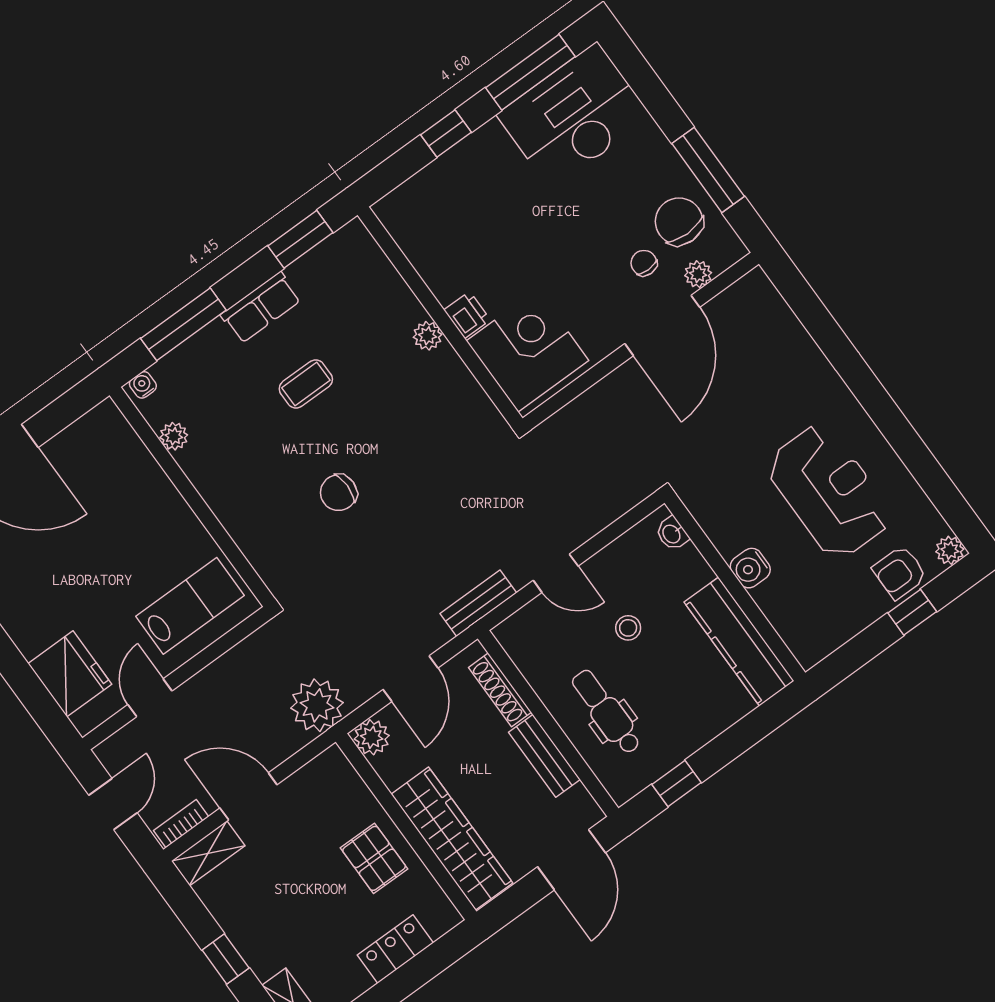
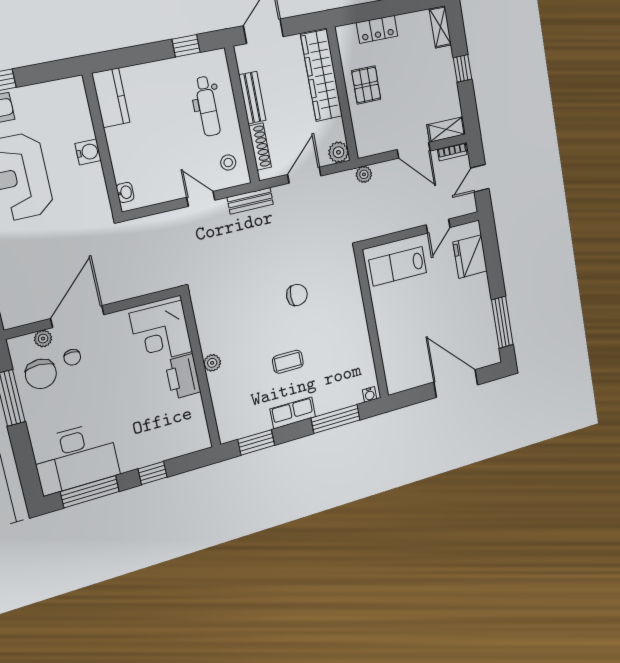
printer: (467, 315) -> (183, 376), width x1.87, depth x1.48
plant: (174, 436) -> (366, 361), removed
stool: (628, 628) -> (228, 163), moved
kitchen counter: (739, 642) -> (111, 98), width x0.67
plant: (317, 705) -> (364, 174), width x0.53, depth x0.53

